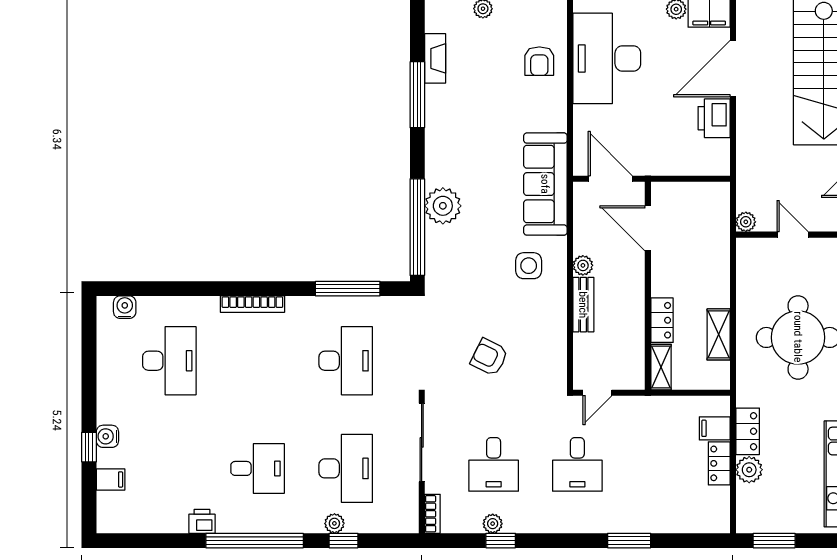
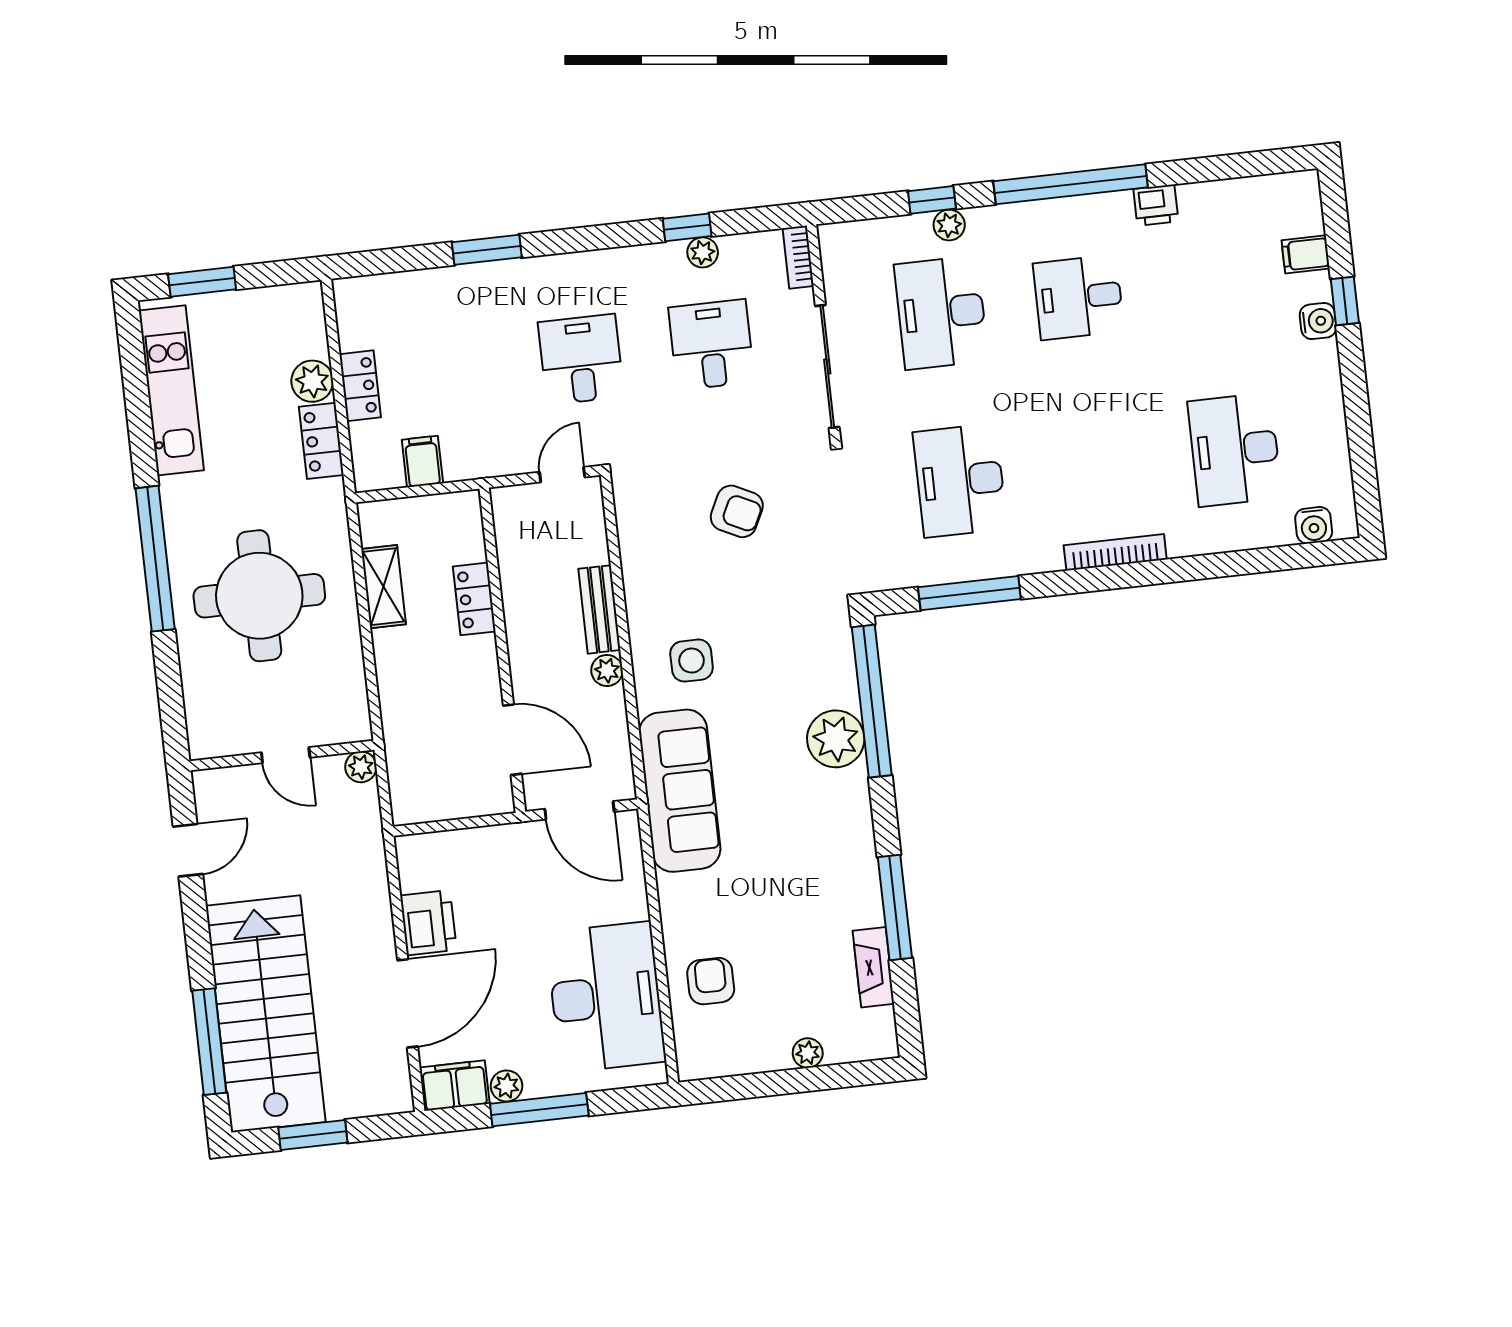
shelving: (661, 367) -> (468, 526), removed
filing cabinet: (715, 428) -> (422, 462), moved, turned -90
window: (774, 541) -> (202, 282), moved

